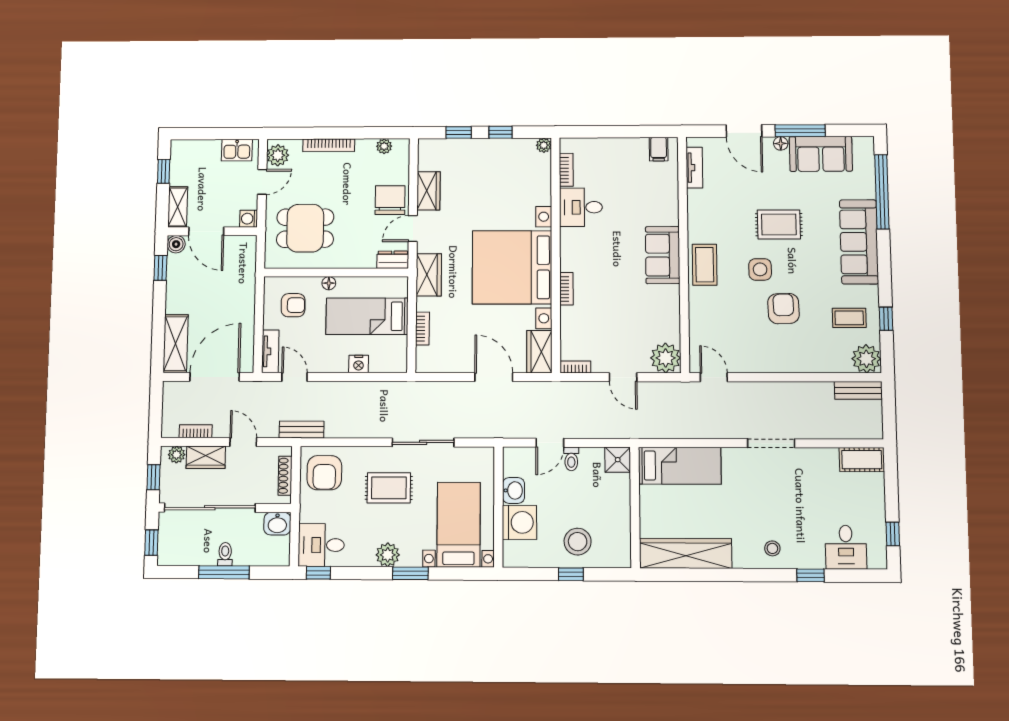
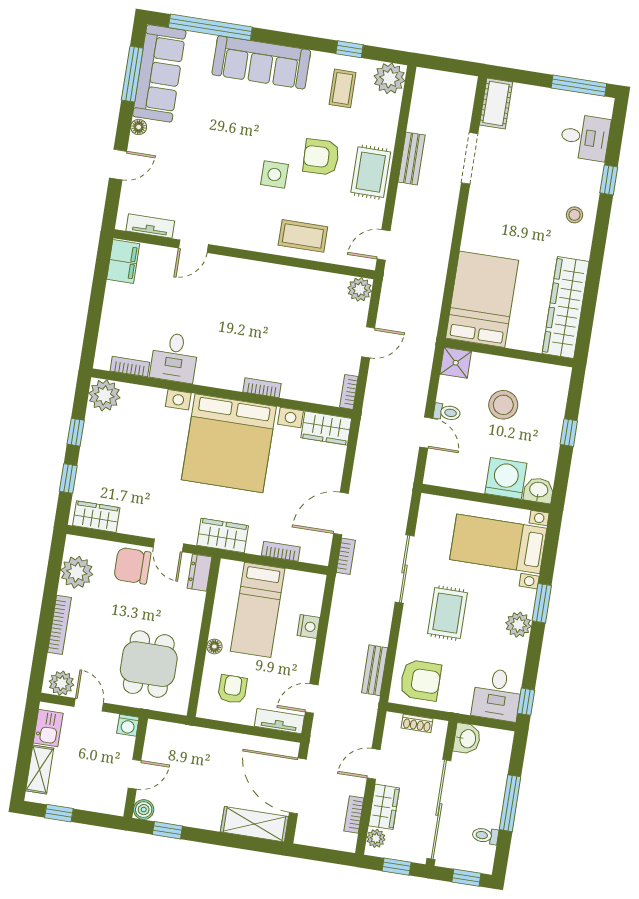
door: (744, 131) -> (118, 165), width x0.73
window: (800, 131) -> (132, 74), moved
plant: (544, 145) -> (104, 395), width x1.88, depth x1.88
plant: (384, 146) -> (77, 572), width x1.88, depth x1.88
filing cabinet: (659, 149) -> (123, 261), width x2.00
sofa: (821, 154) -> (159, 73), width x1.36
wardrobe: (429, 191) -> (96, 517), moved
shelving: (178, 207) -> (40, 769), moved, turned 90
door: (683, 208) -> (193, 246), added
rug: (779, 224) -> (371, 172), moved
door: (206, 231) -> (135, 774), width x0.73
sofa: (663, 255) -> (242, 277), removed
coffee table: (705, 265) -> (303, 236), moved
plant: (666, 358) -> (360, 289), width x0.73, depth x0.73
door: (494, 377) -> (341, 513), moved
bookcase: (427, 387) -> (346, 556), added
bench: (858, 390) -> (412, 159), moved
bench: (302, 430) -> (375, 670), moved
doorway: (771, 443) -> (470, 158), moved
bed: (680, 466) -> (482, 299), width x1.50
shoe rack: (285, 476) -> (417, 723), width x0.70
washbasin: (513, 490) -> (539, 490), moved
window: (893, 534) -> (579, 86), width x2.17
stool: (578, 542) -> (503, 405), moved
toilet: (225, 554) -> (485, 836), moved

